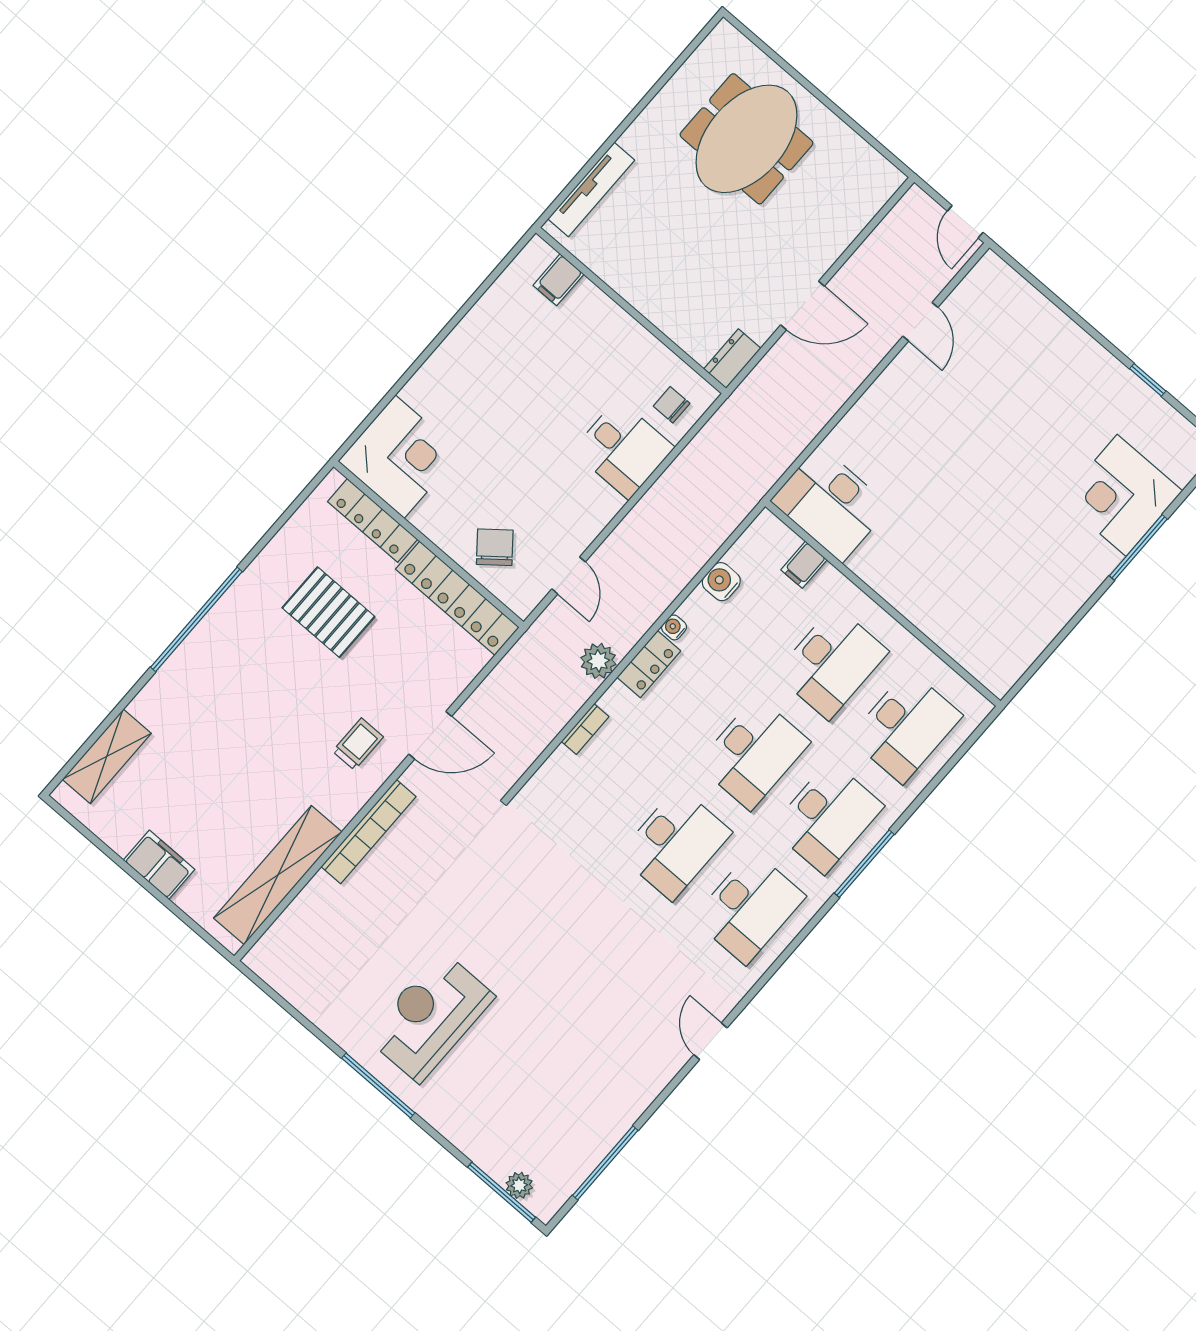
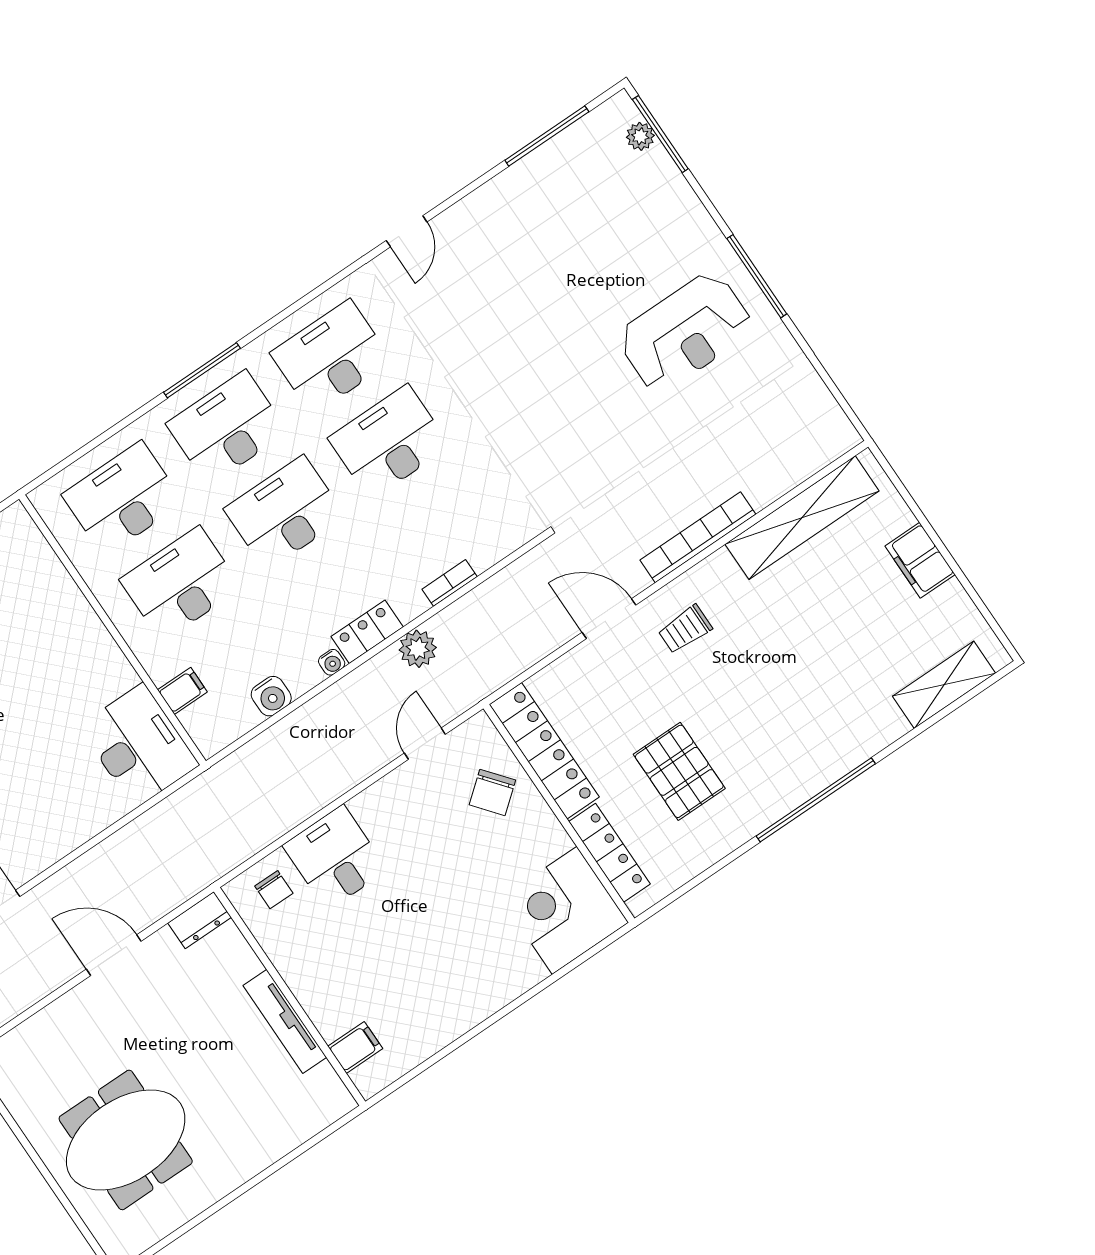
tv unit: (591, 190) -> (285, 1021), moved, turned -90

